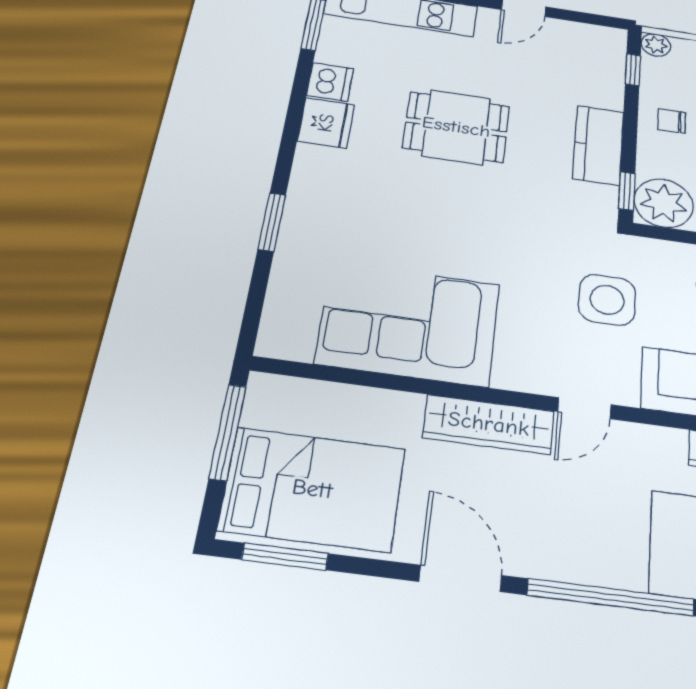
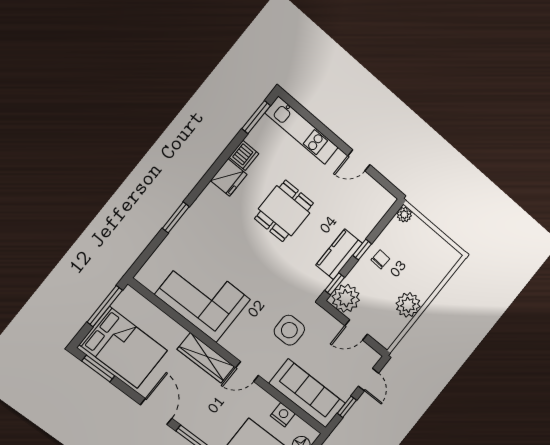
window: (633, 70) -> (362, 250), moved
chair: (672, 121) -> (380, 259), turned 93
dining table: (456, 127) -> (284, 211), turned 90

